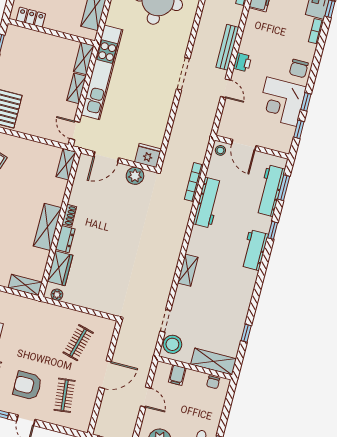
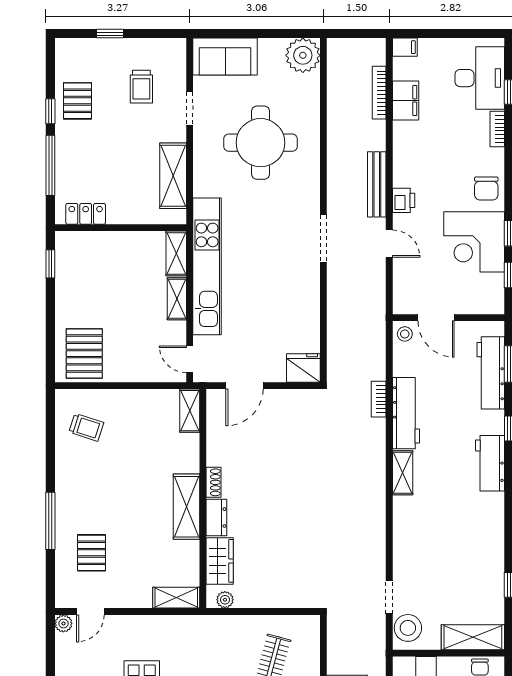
plant: (135, 176) -> (292, 402), removed
bookcase: (194, 182) -> (379, 399), width x0.64
shelving: (188, 270) -> (403, 473), moved

